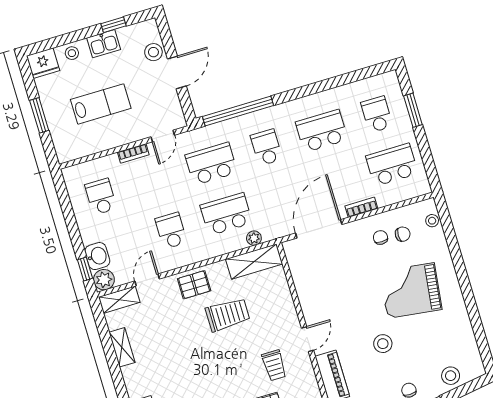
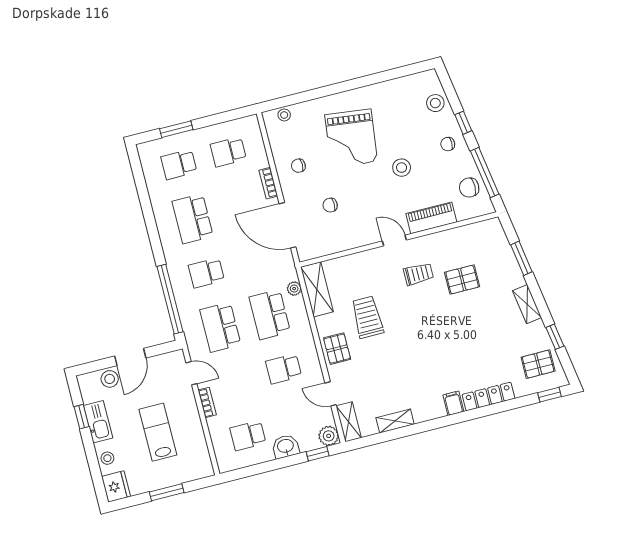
kitchen sink: (104, 44) -> (98, 422), width x1.38
door: (177, 72) -> (130, 357), swing flipped
school desk: (392, 165) -> (228, 152), width x0.54
chair: (403, 234) -> (330, 205), moved, turned -90
washbasin: (97, 256) -> (286, 446), moved

